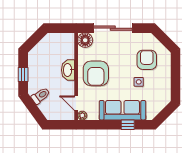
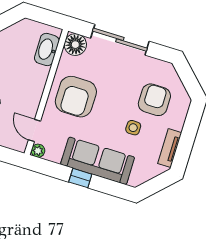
washbasin: (68, 70) -> (47, 50), moved
tv unit: (166, 88) -> (170, 148), added
window: (128, 125) -> (80, 178), moved

